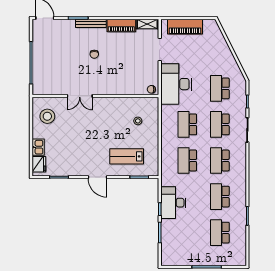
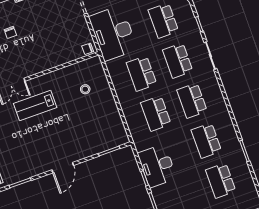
lab bench: (127, 156) -> (35, 105), moved
door: (97, 177) -> (63, 168), hinge flipped

